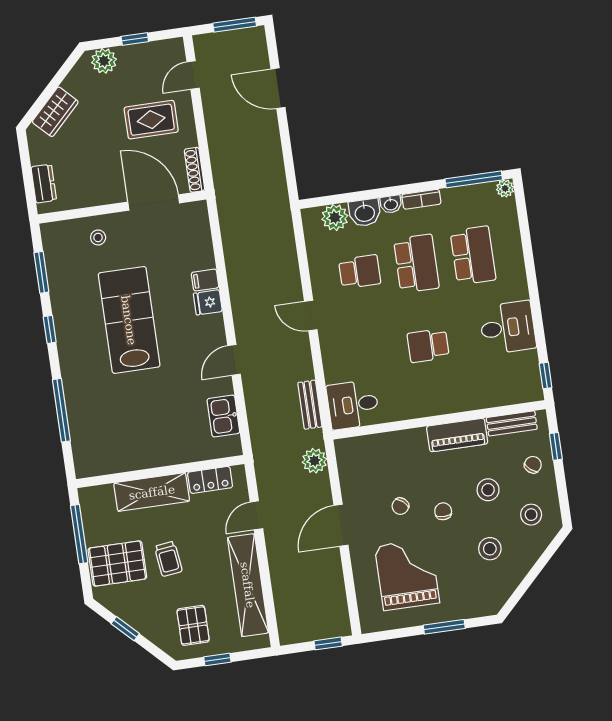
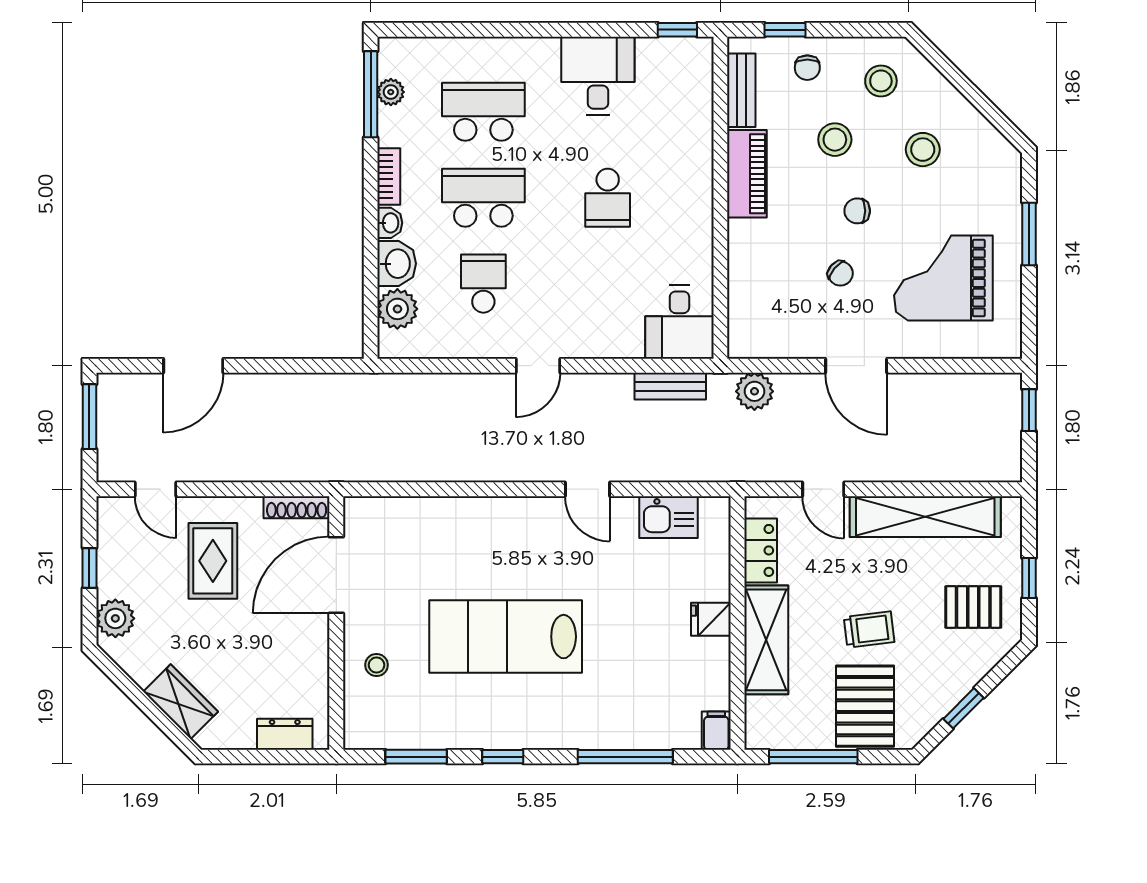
plant: (505, 188) -> (391, 92), moved
filing cabinet: (205, 280) -> (716, 731), moved, turned 180
fridge: (208, 302) -> (711, 619), moved, turned 90
chair: (533, 465) -> (807, 68), turned -131

